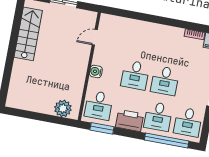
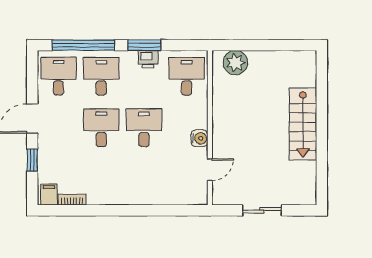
stairs: (28, 34) -> (303, 124), moved
water cooler: (96, 71) -> (199, 138), moved
printer: (130, 121) -> (148, 59), width x0.53, depth x0.68
window: (102, 128) -> (144, 45), moved

